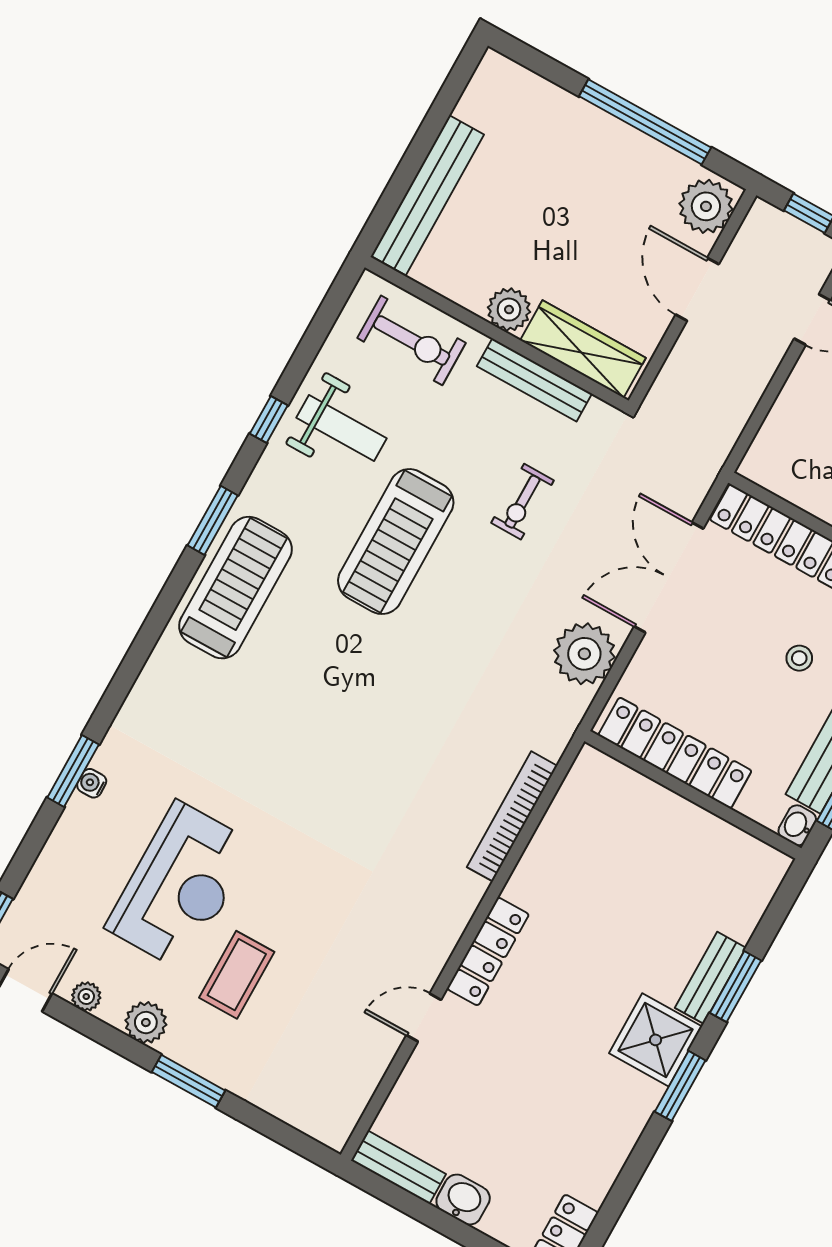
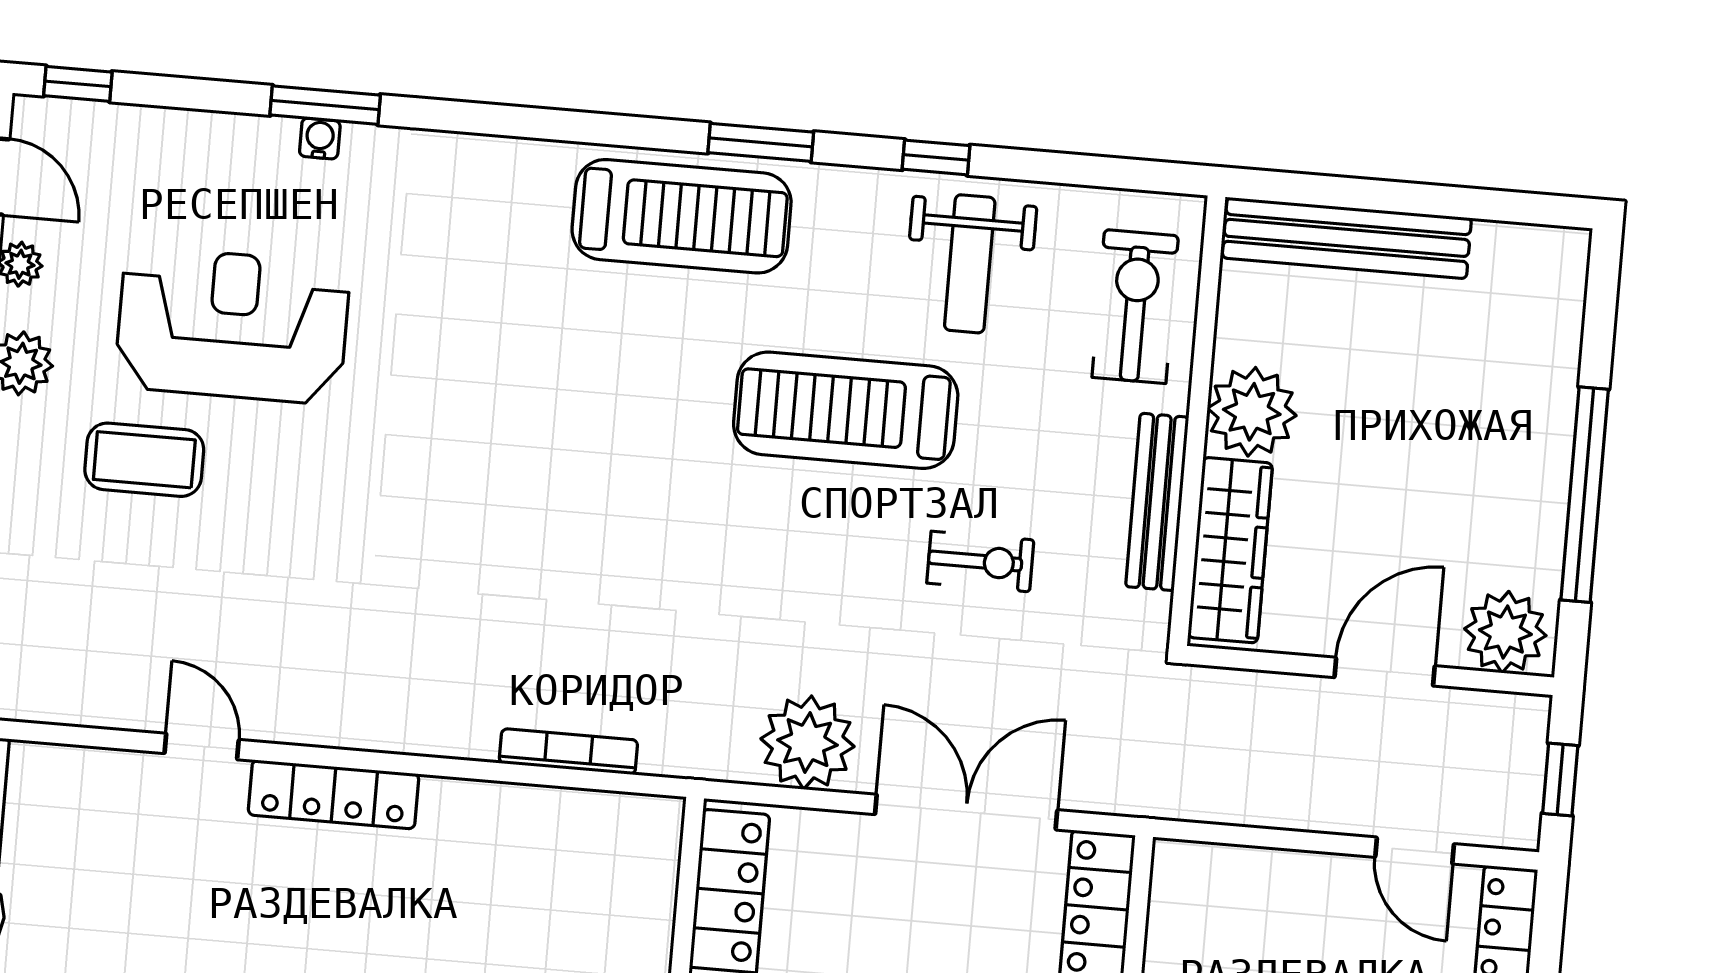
plant: (509, 310) -> (1252, 412), width x1.36, depth x1.36
exercise bike: (412, 340) -> (1135, 307), turned 180
exercise bike: (522, 502) -> (980, 561), turned 180
bookcase: (512, 816) -> (568, 752), width x0.68, depth x0.76
reception desk: (180, 886) -> (232, 325), turned 180

